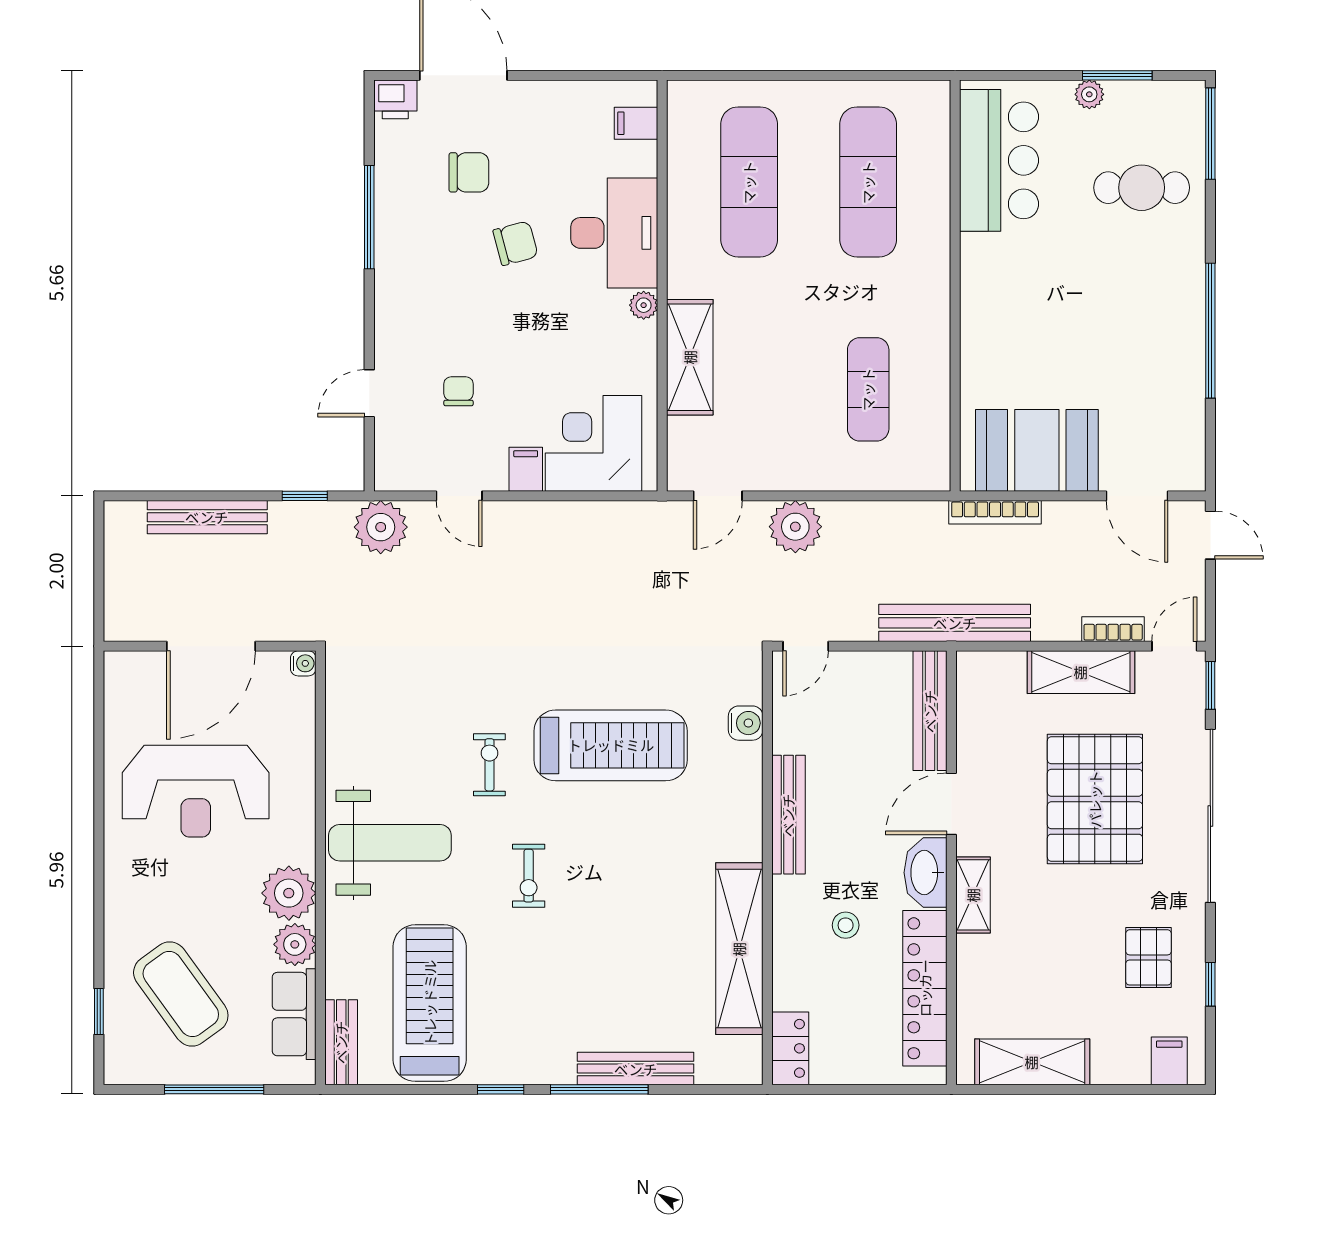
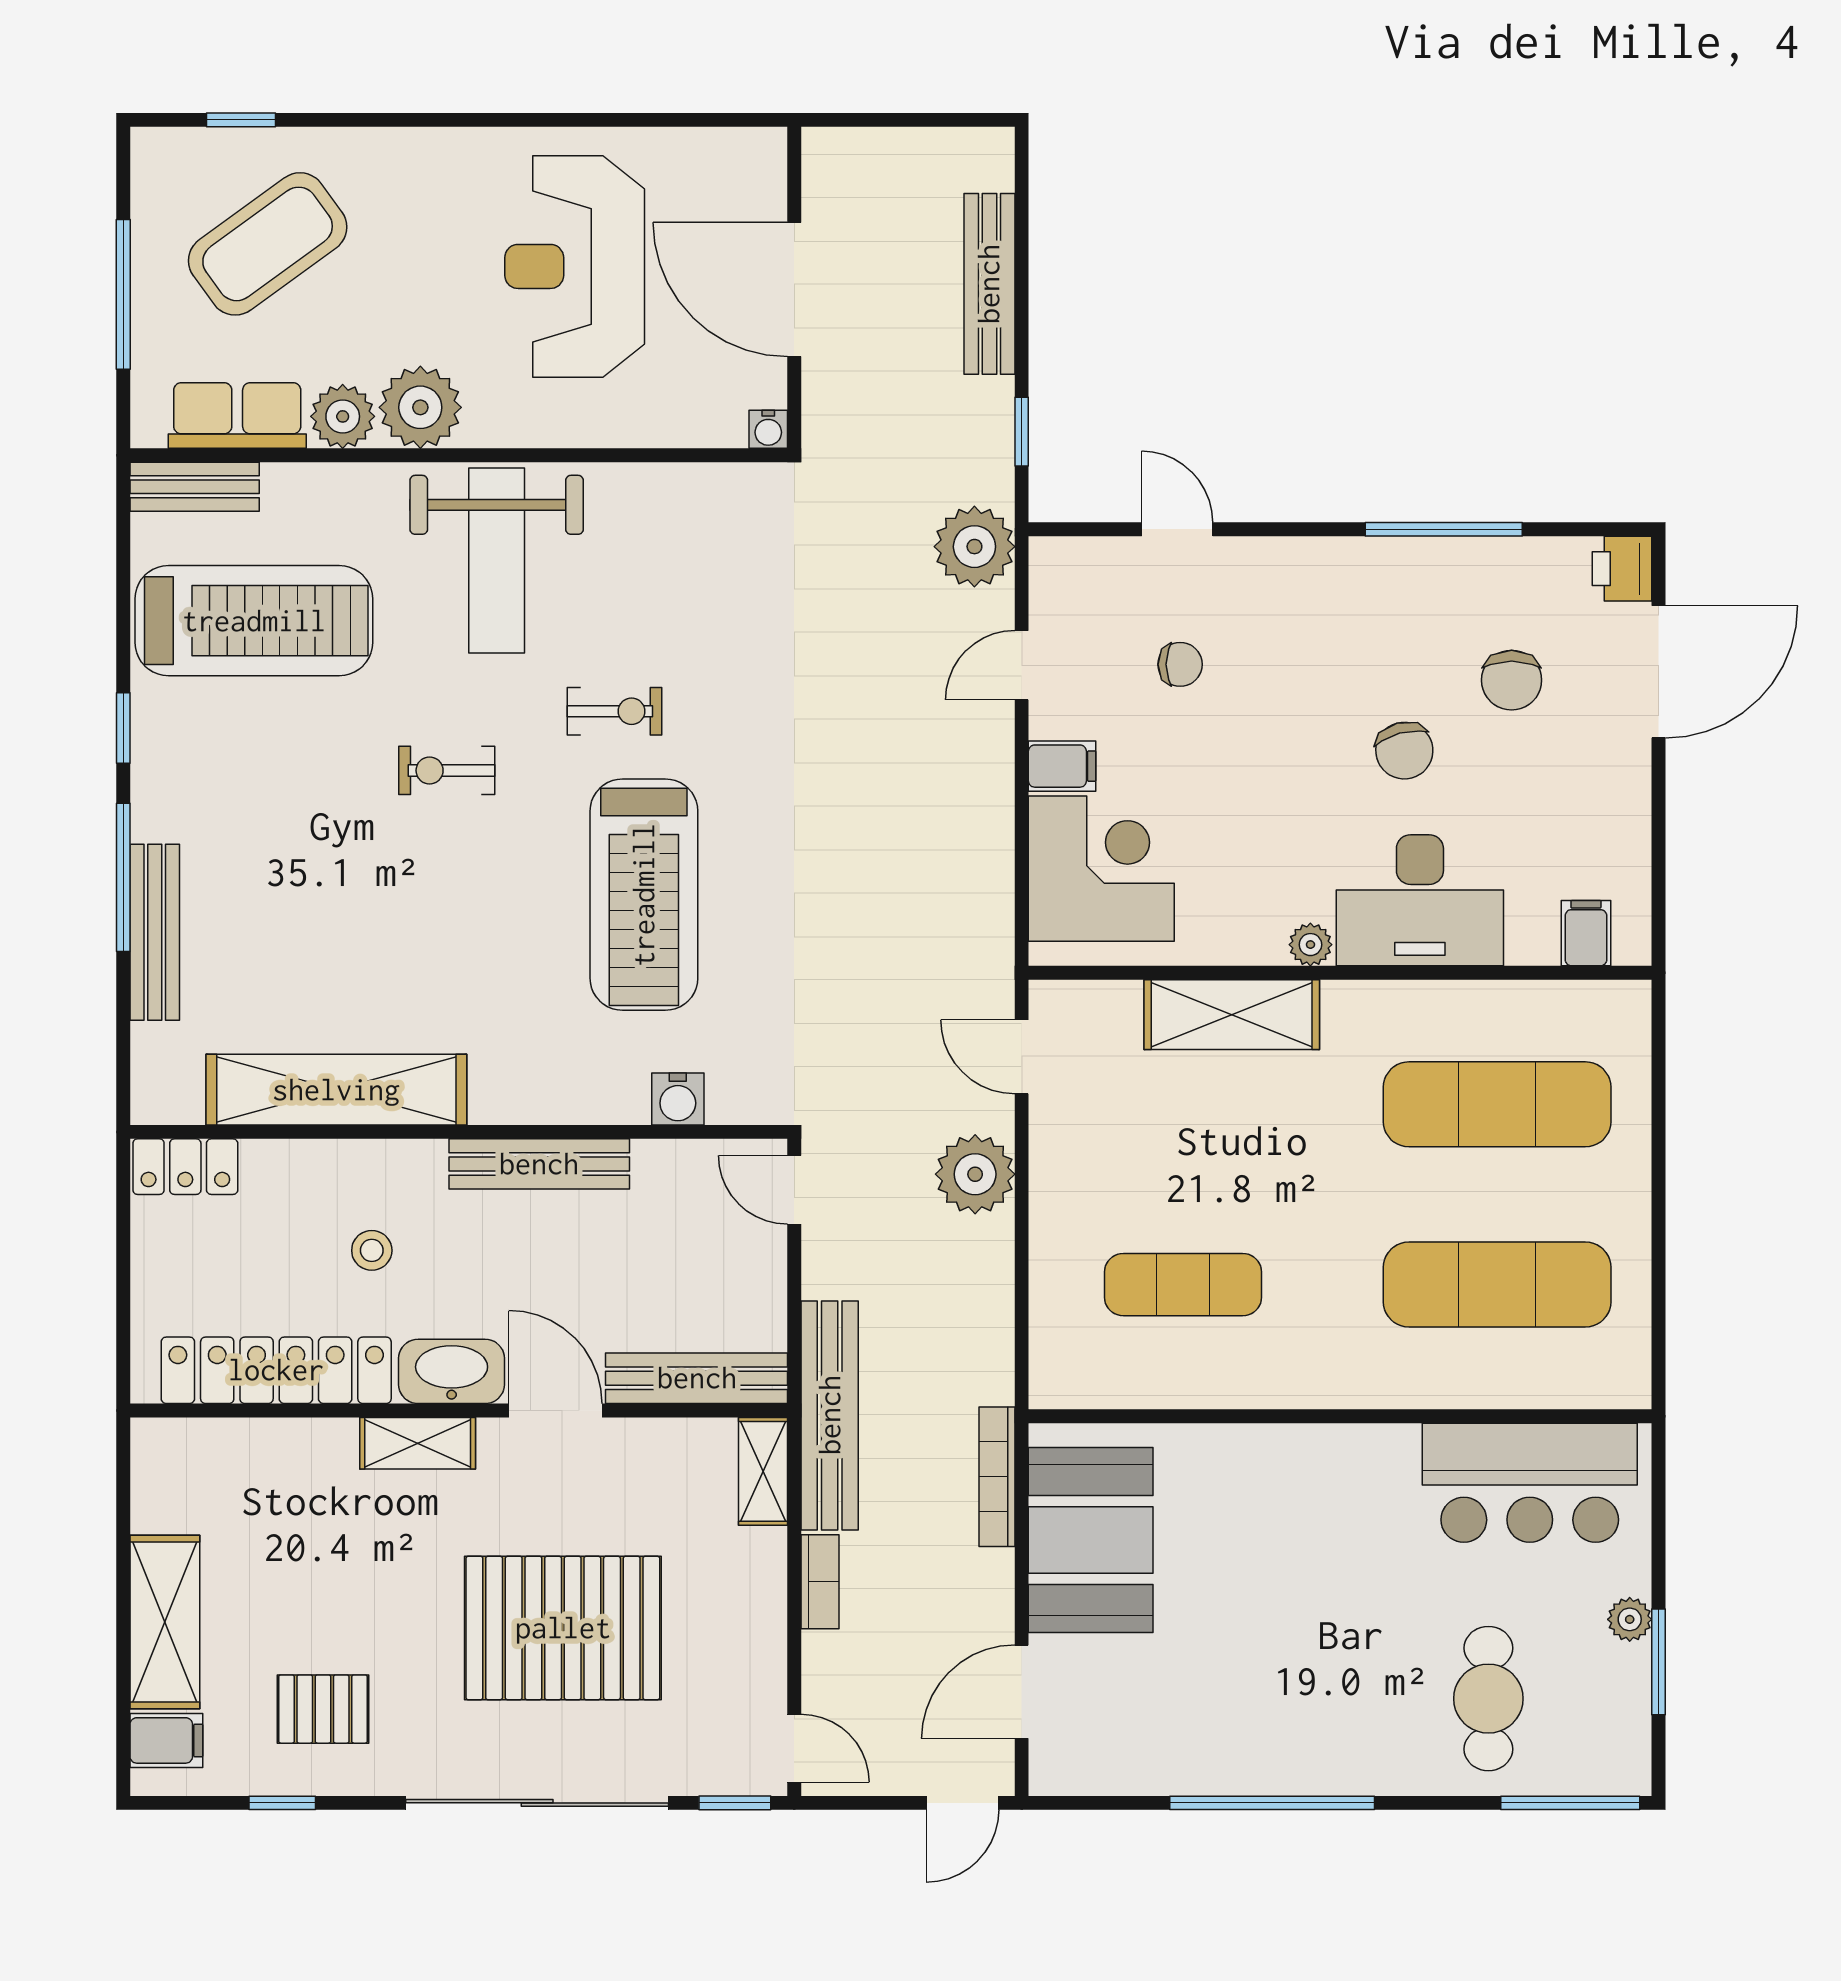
bookcase: (1113, 629) -> (820, 1582), moved
shelving: (1081, 672) -> (763, 1471), moved, width x0.67, depth x0.75
shelving: (1032, 1062) -> (165, 1622), moved

